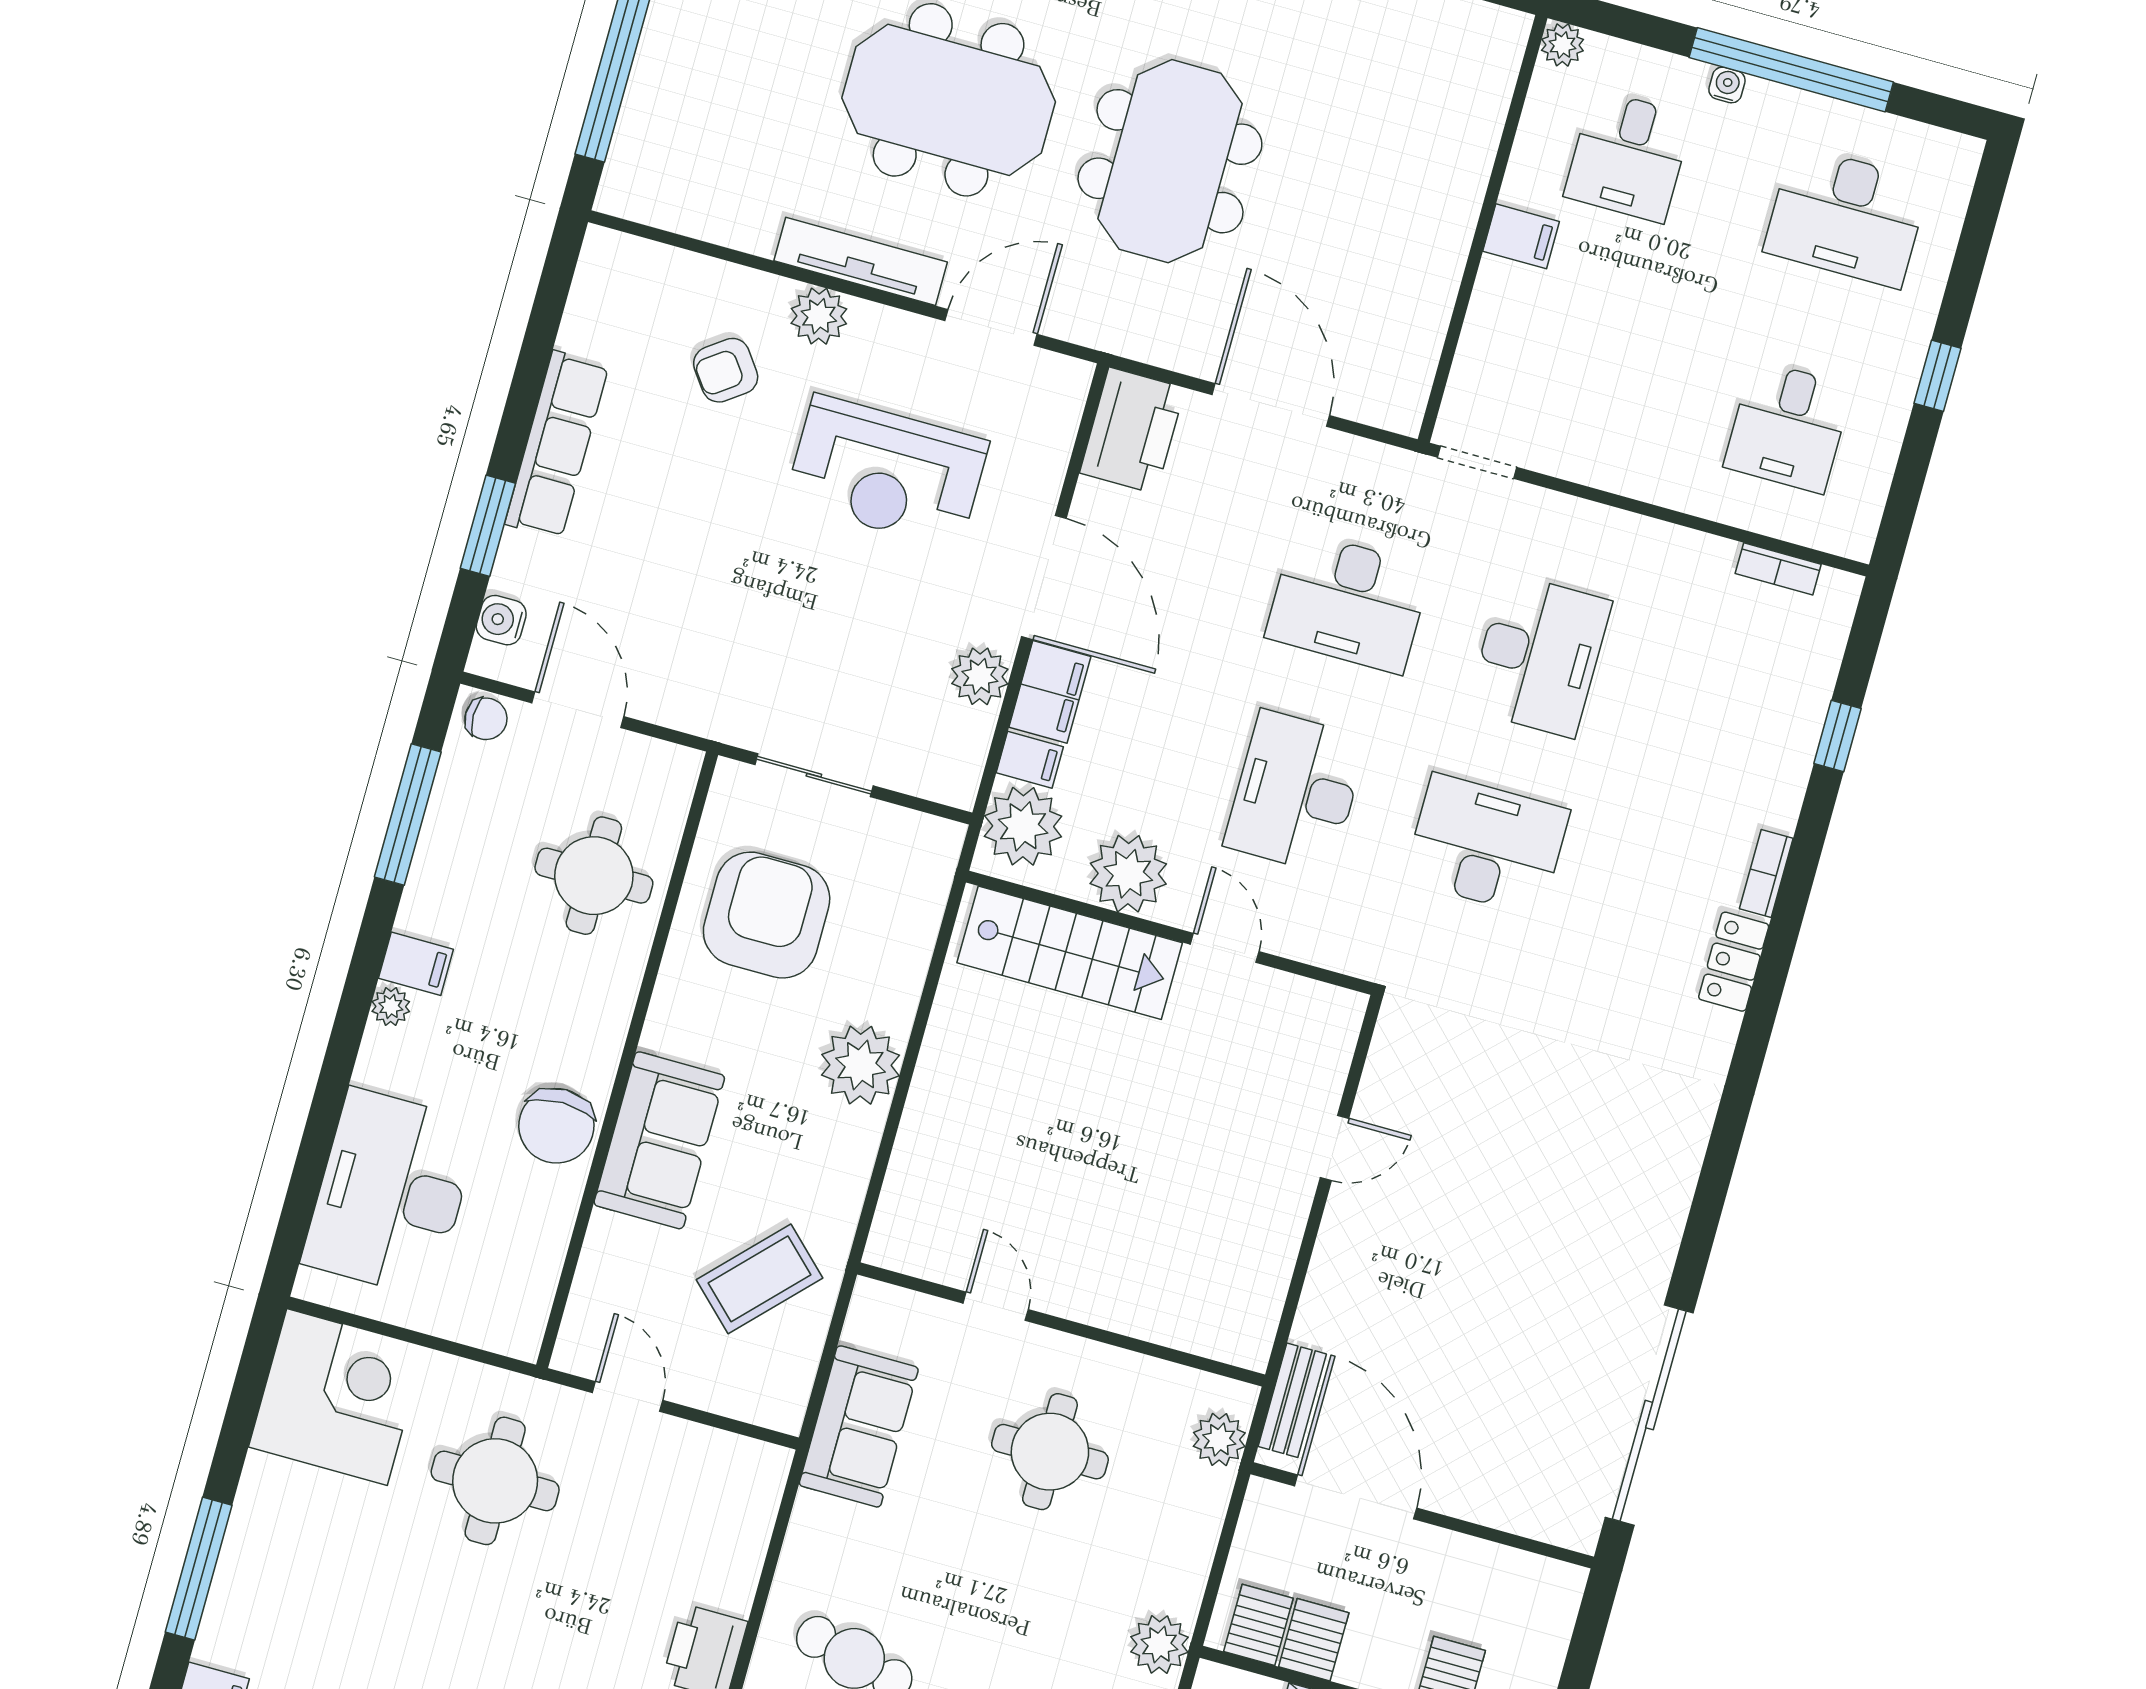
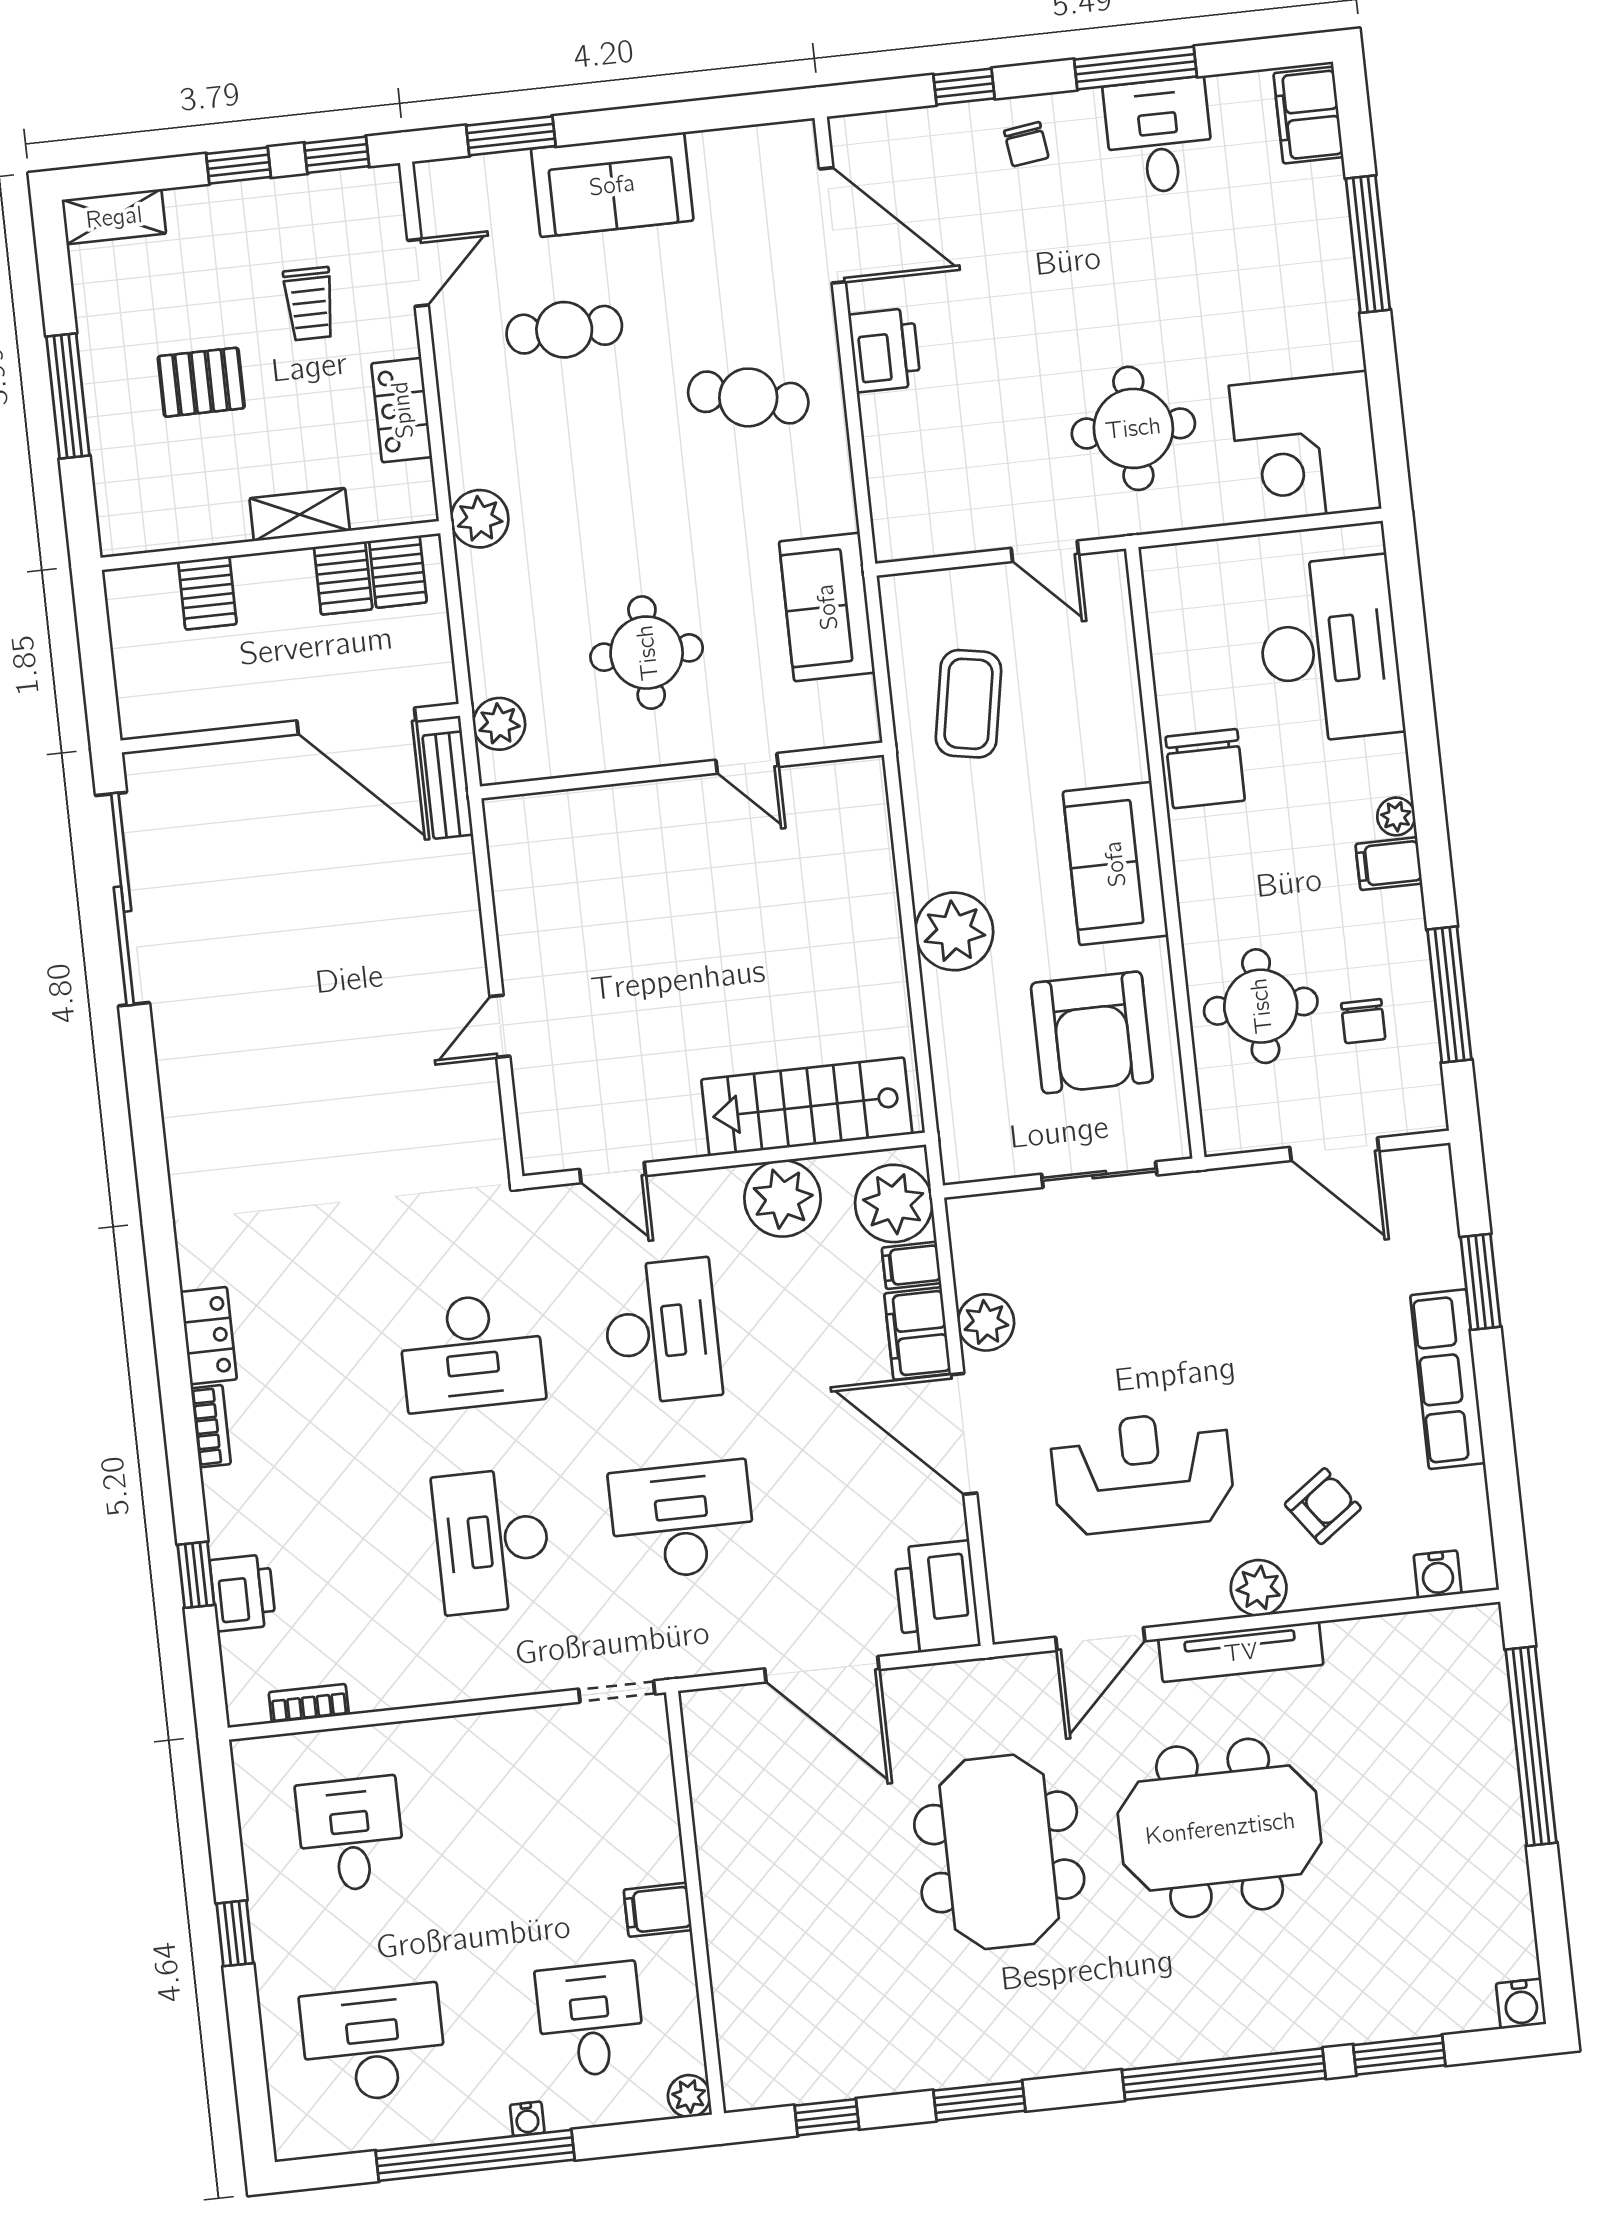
water cooler: (501, 620) -> (1438, 1574), moved, turned 90
printer: (1799, 701) -> (243, 1593), added
chair: (486, 719) -> (1363, 1021), moved, turned -90
door: (1225, 948) -> (613, 1173), moved
chair: (556, 1126) -> (1205, 769), turned 180
sofa: (659, 1140) -> (1115, 864), moved
coffee table: (759, 1279) -> (968, 704), turned -34

